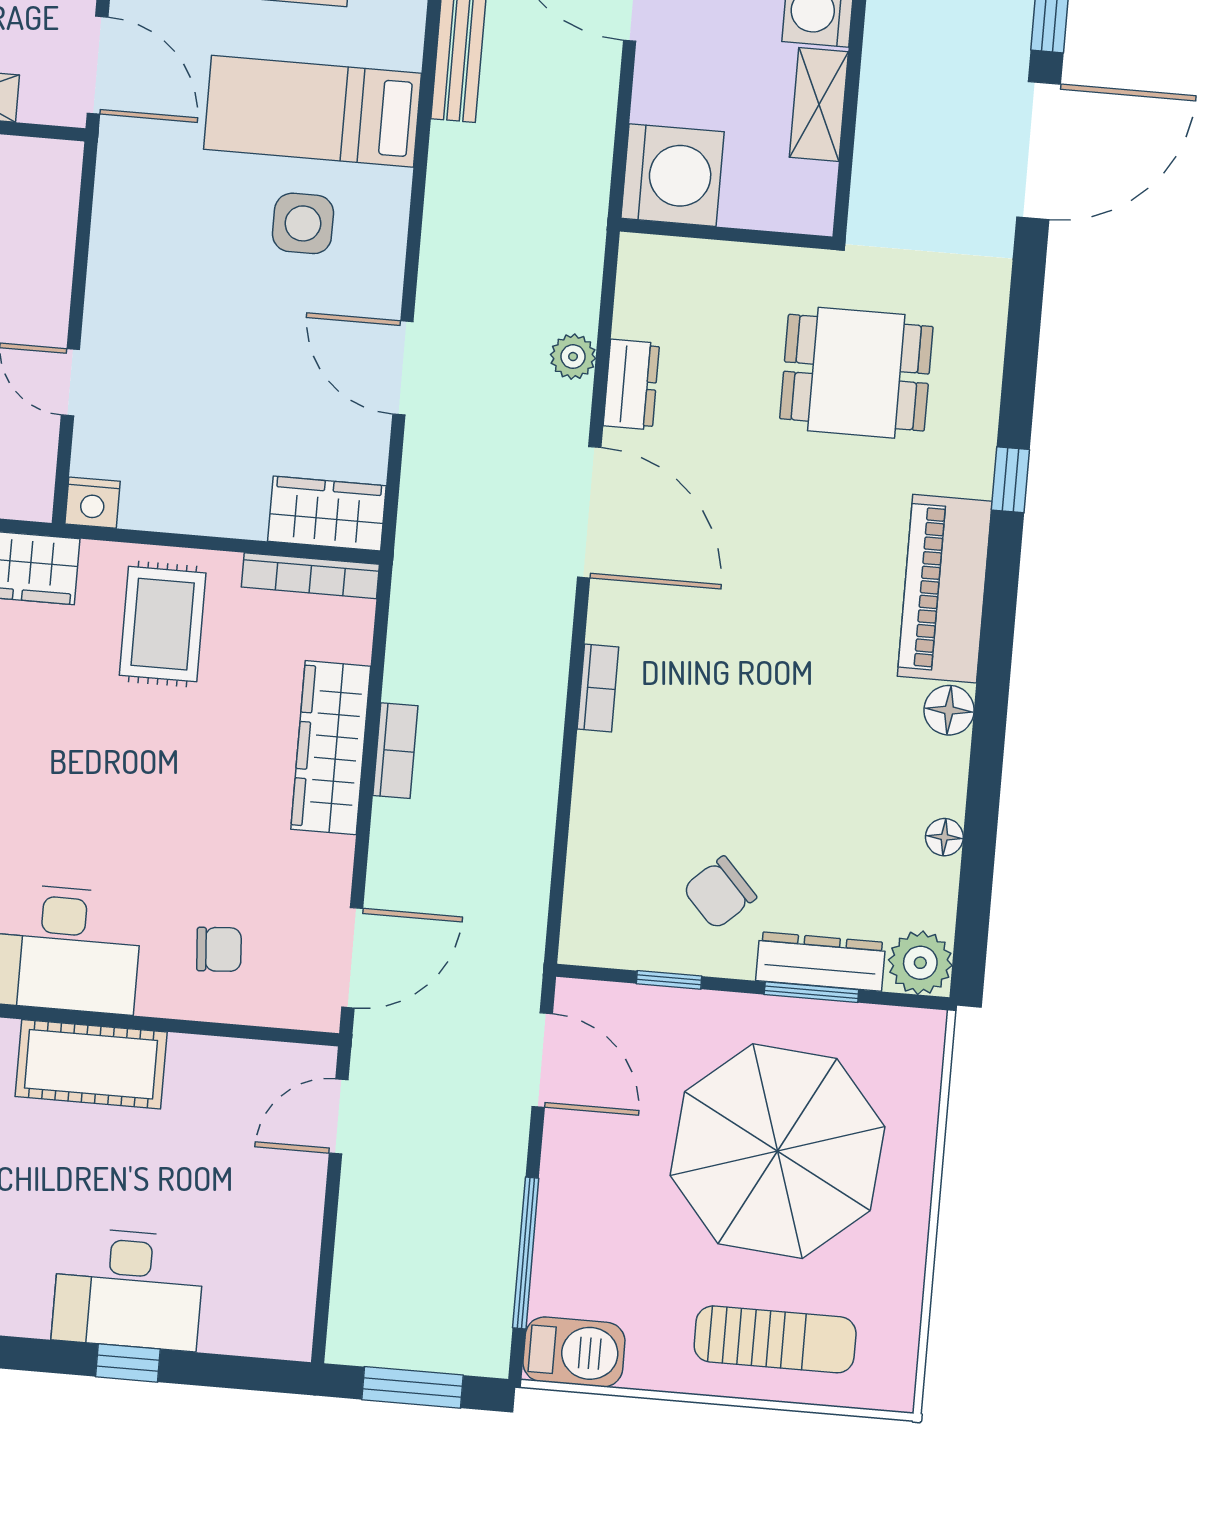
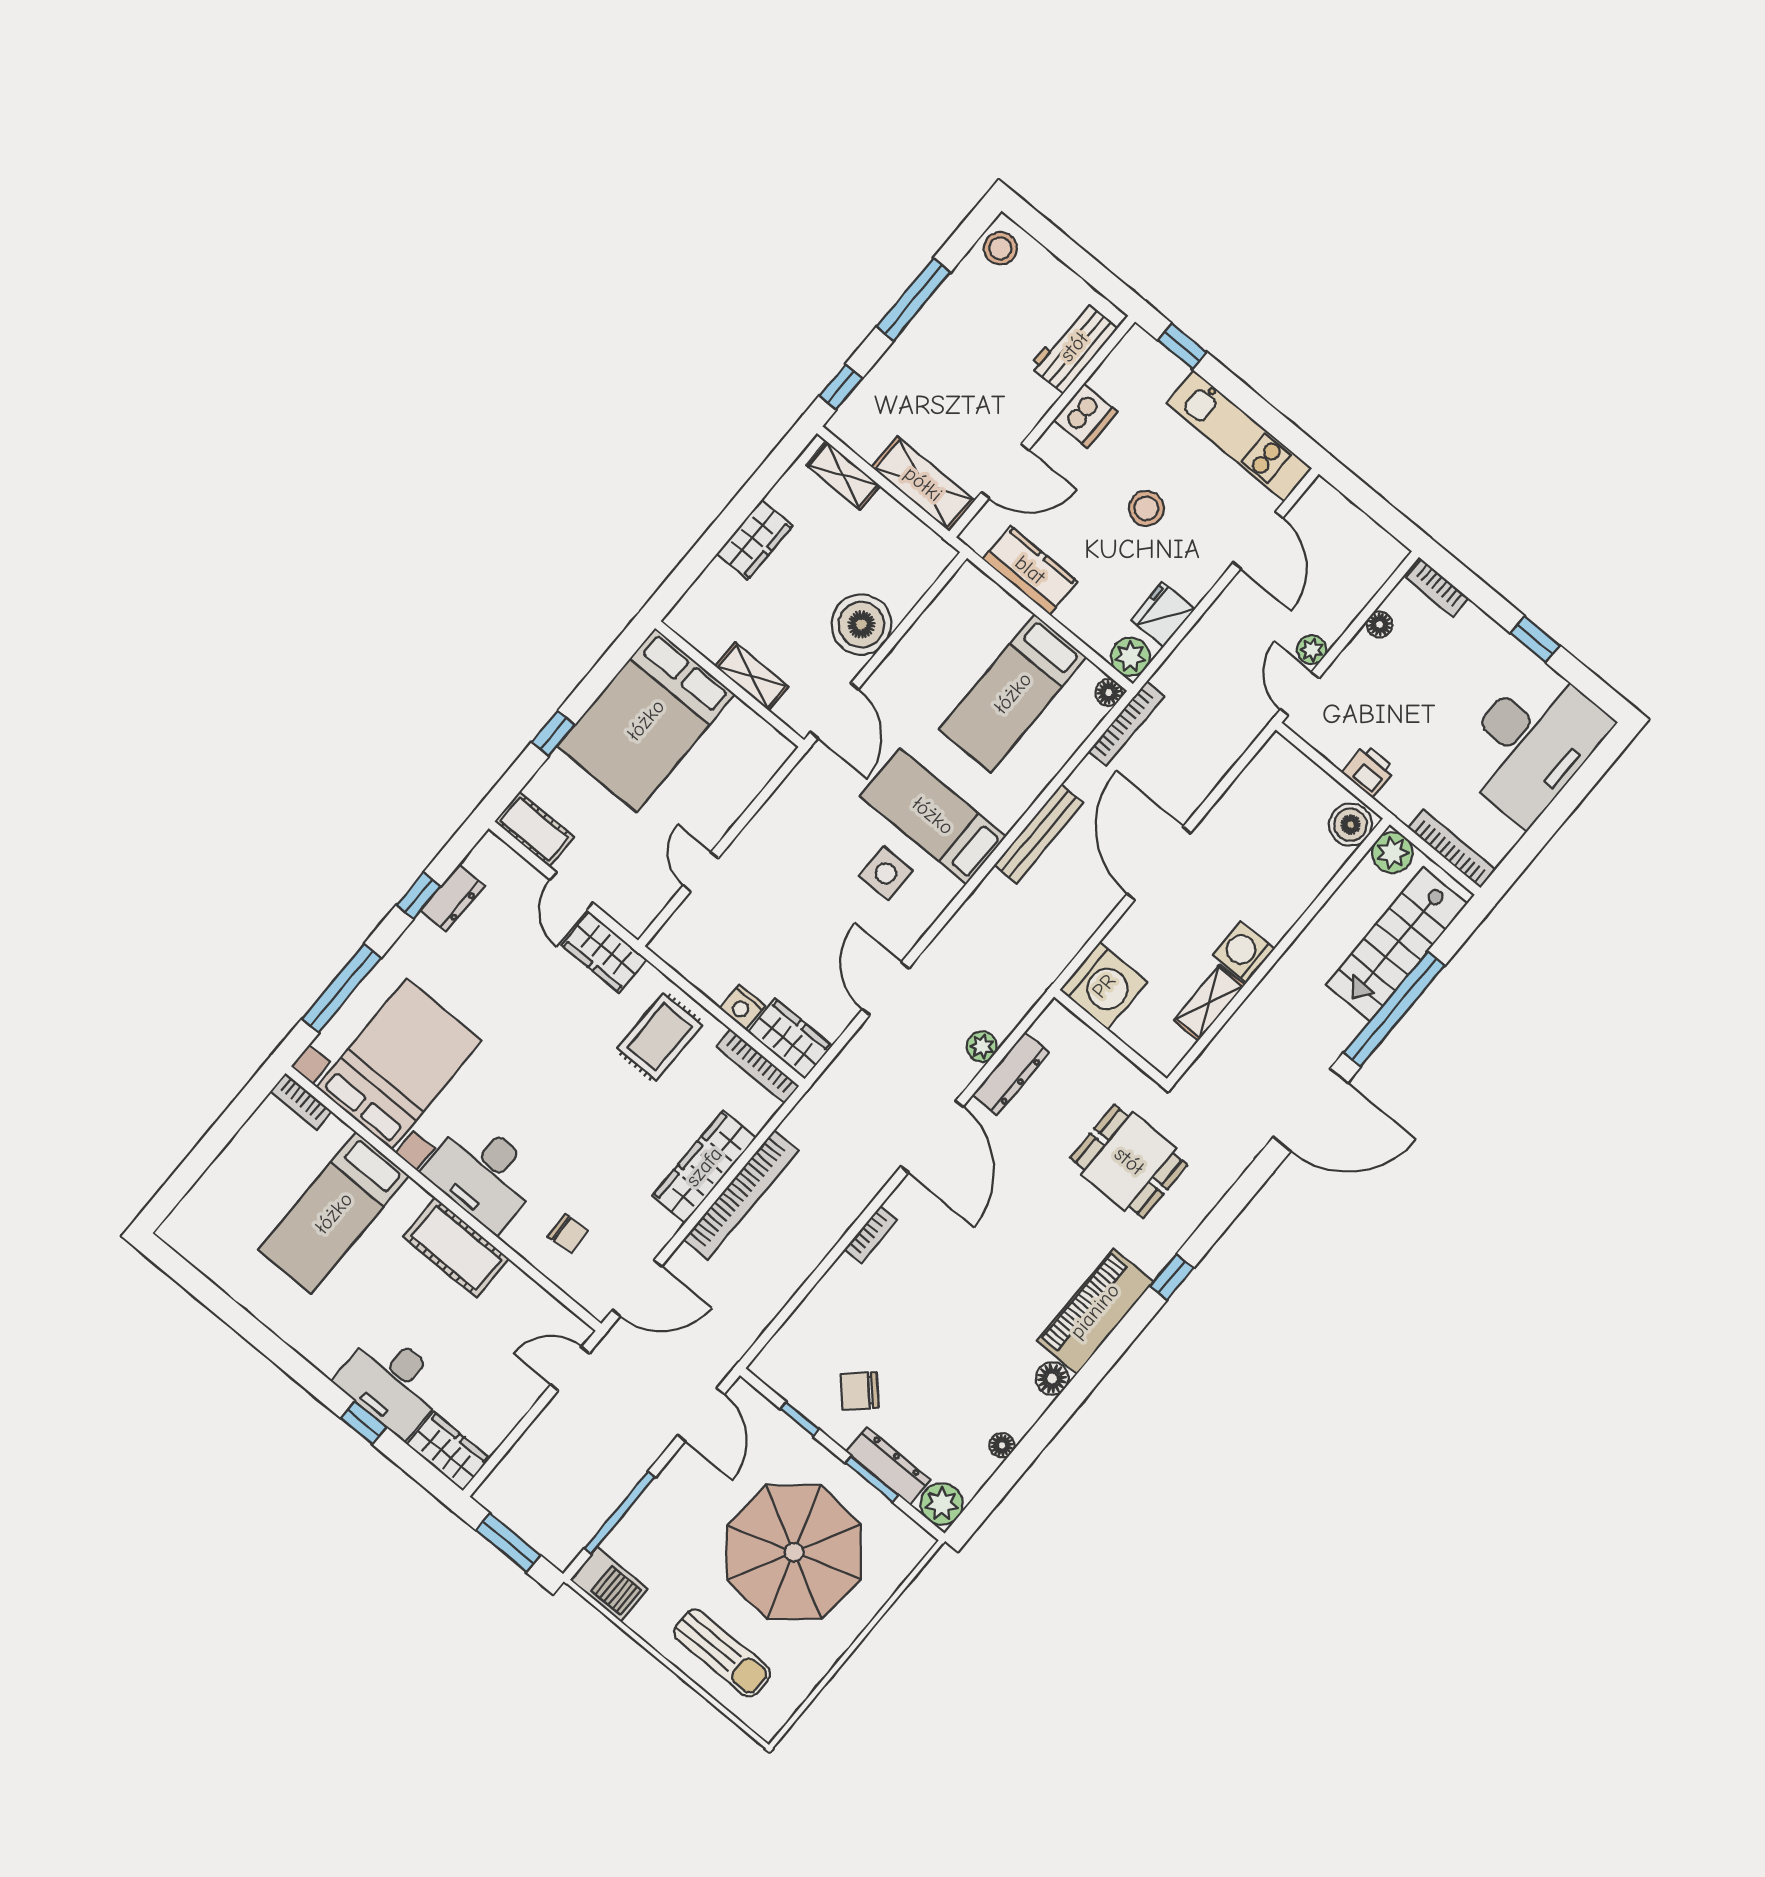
dresser: (631, 384) -> (1011, 1074), width x1.44
nightstand: (93, 503) -> (742, 1007), moved
bookcase: (395, 751) -> (741, 1195), width x2.31, depth x1.31
wardrobe: (258, 1325) -> (448, 1451), added

